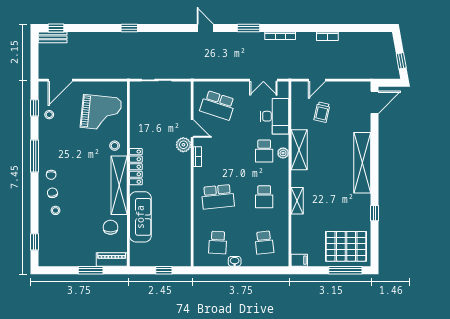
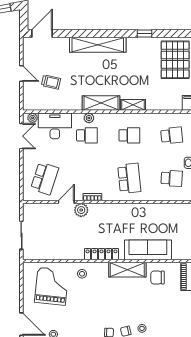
door: (317, 80) -> (21, 74), moved
plant: (283, 92) -> (32, 118), added
door: (374, 102) -> (42, 33), hinge flipped
shelving: (299, 150) -> (101, 103), moved
shelving: (119, 185) -> (127, 270), width x0.68

